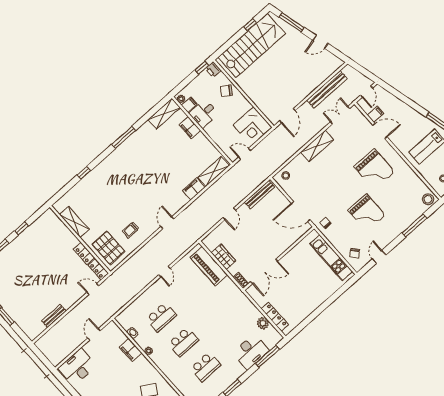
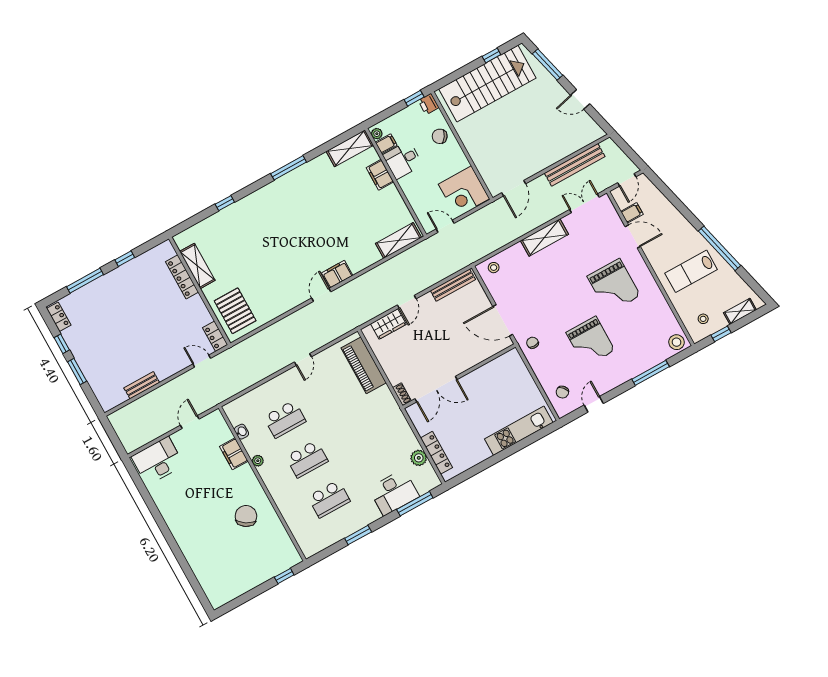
filing cabinet: (194, 189) -> (337, 274), moved
trolley: (131, 230) -> (270, 293), removed
locker: (84, 253) -> (182, 277), moved, width x1.53
wardrobe: (224, 257) -> (388, 324), moved, turned 90
kitchen unit: (331, 258) -> (519, 431), moved, turned 90

